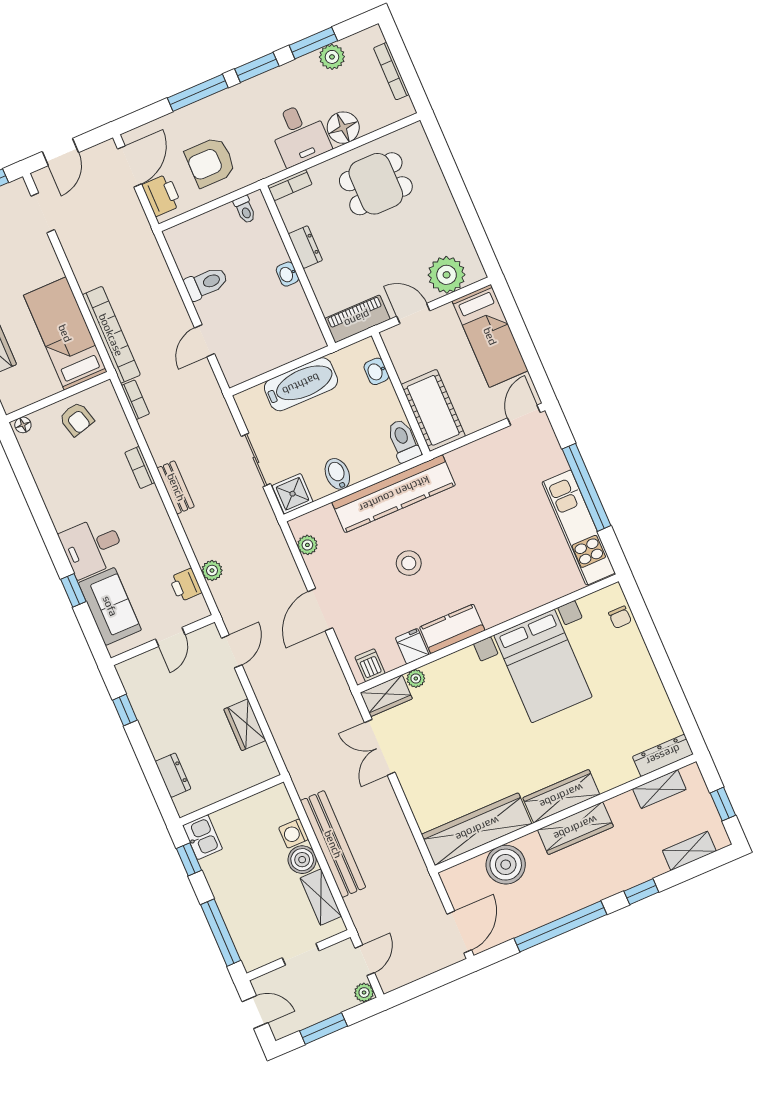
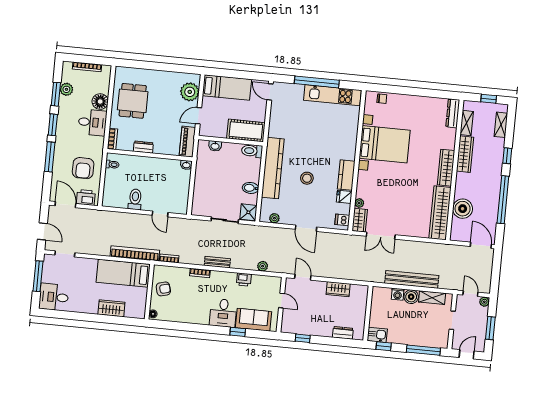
washbasin: (287, 274) -> (186, 165), moved
bathtub: (301, 384) -> (202, 182), removed
printer: (185, 585) -> (244, 280), moved
wardrobe: (575, 828) -> (465, 154), moved

